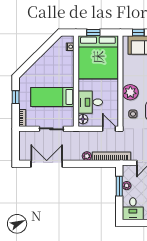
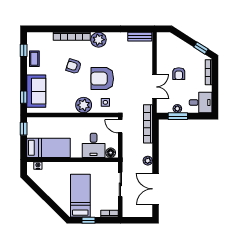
window: (93, 33) -> (24, 129), moved
bed: (98, 57) -> (49, 148), width x0.49
bed: (52, 97) -> (80, 196), moved, turned 180
door: (109, 129) -> (120, 126), hinge flipped
plant: (87, 156) -> (148, 161), moved

